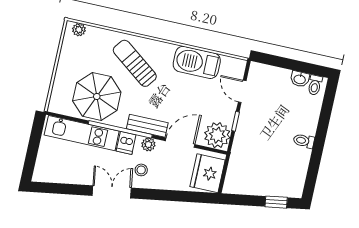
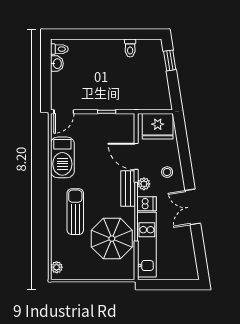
sun lounger: (135, 63) -> (75, 212), turned 143
door: (242, 91) -> (64, 112), moved
plant: (217, 135) -> (122, 125), removed
toilet: (304, 141) -> (130, 48), moved
stool: (141, 170) -> (167, 172), moved

